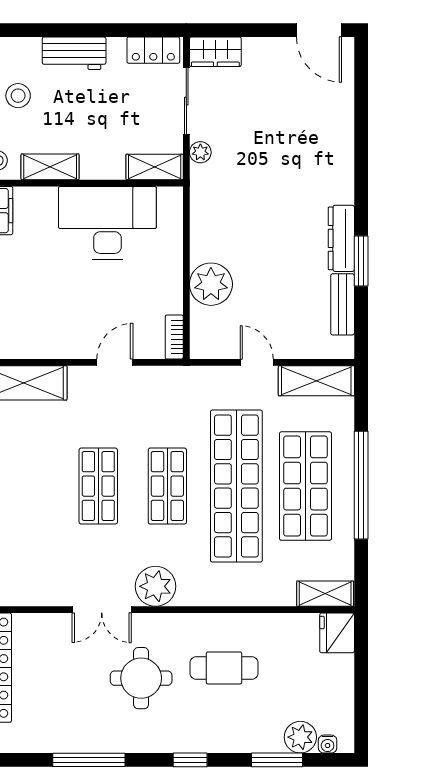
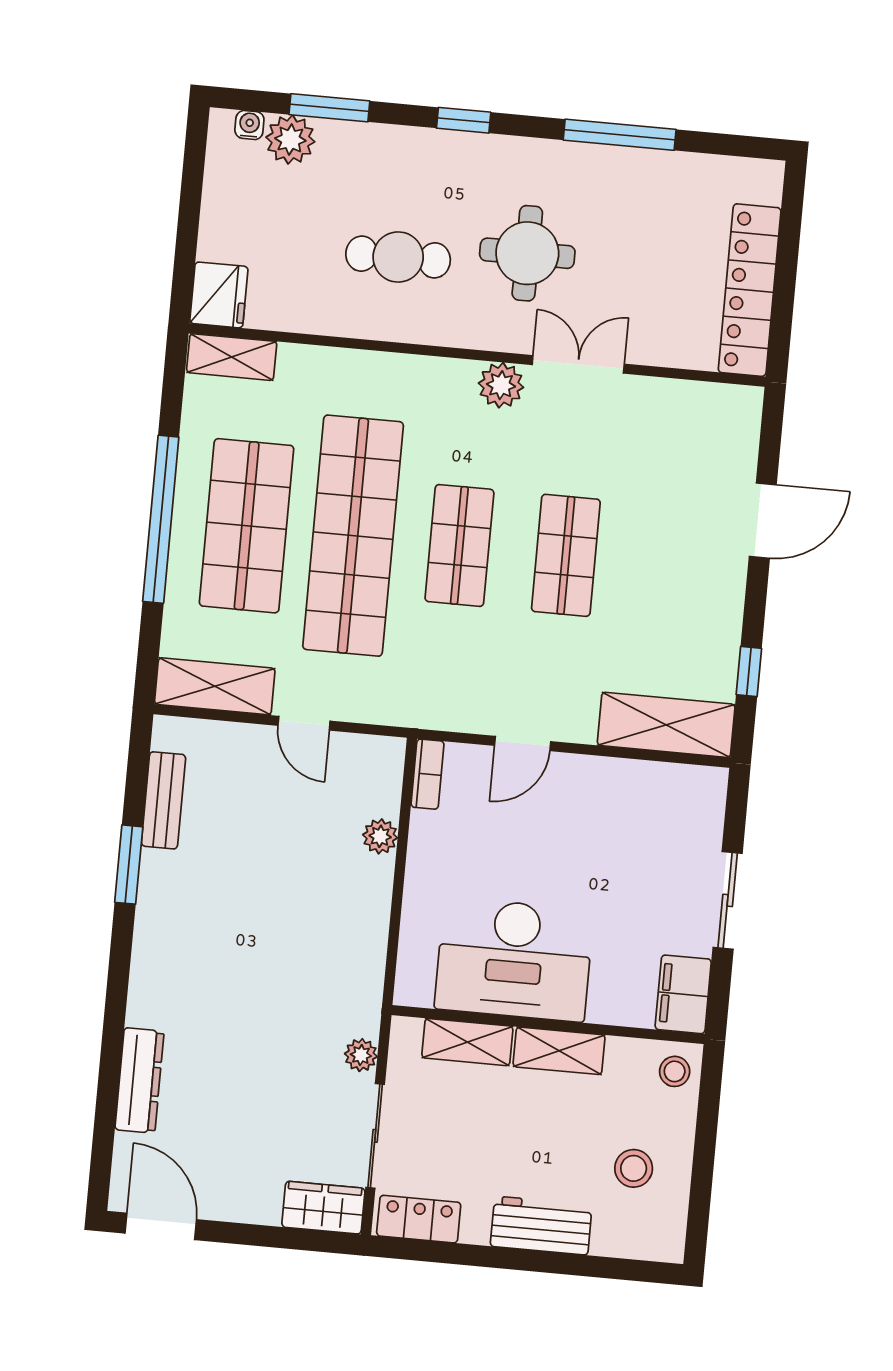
shelving: (50, 167) -> (559, 1051), moved
shelving: (155, 167) -> (467, 1042), moved
dresser: (341, 238) -> (139, 1080), moved
plant: (211, 284) -> (380, 836), width x0.53, depth x0.53
plant: (156, 586) -> (501, 385), width x0.73, depth x0.73

